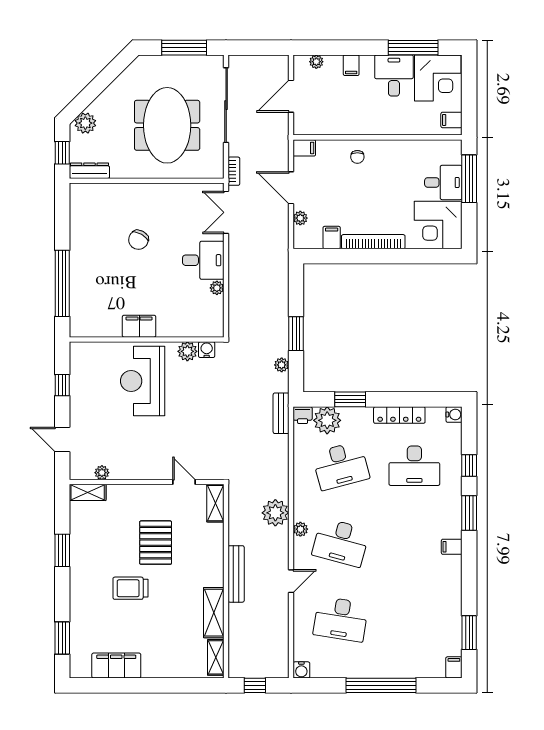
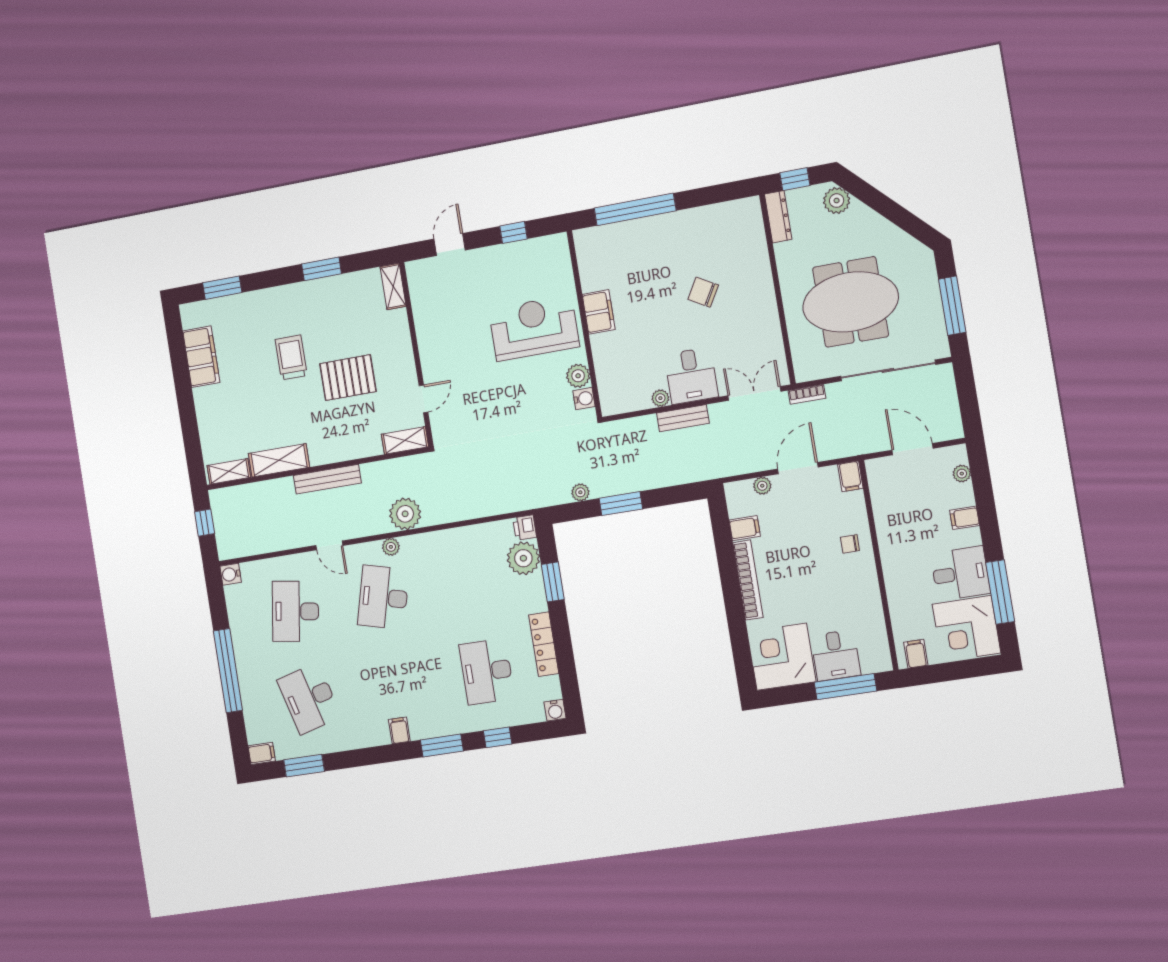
bench: (281, 413) -> (683, 418), moved
desk: (341, 466) -> (309, 698), moved
plant: (102, 473) -> (419, 299), removed

